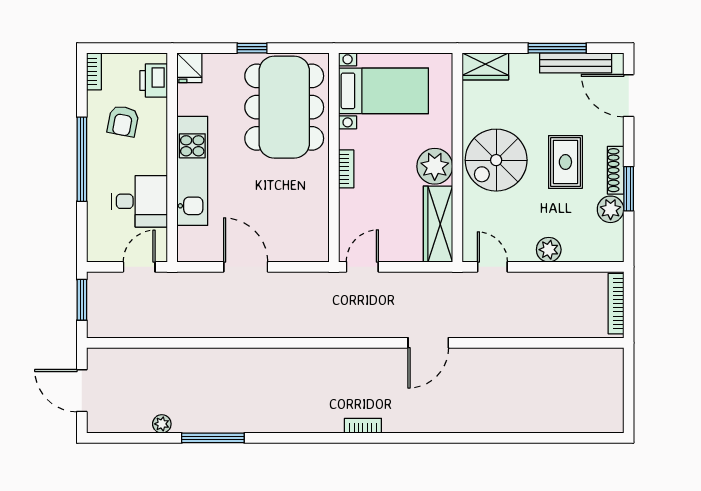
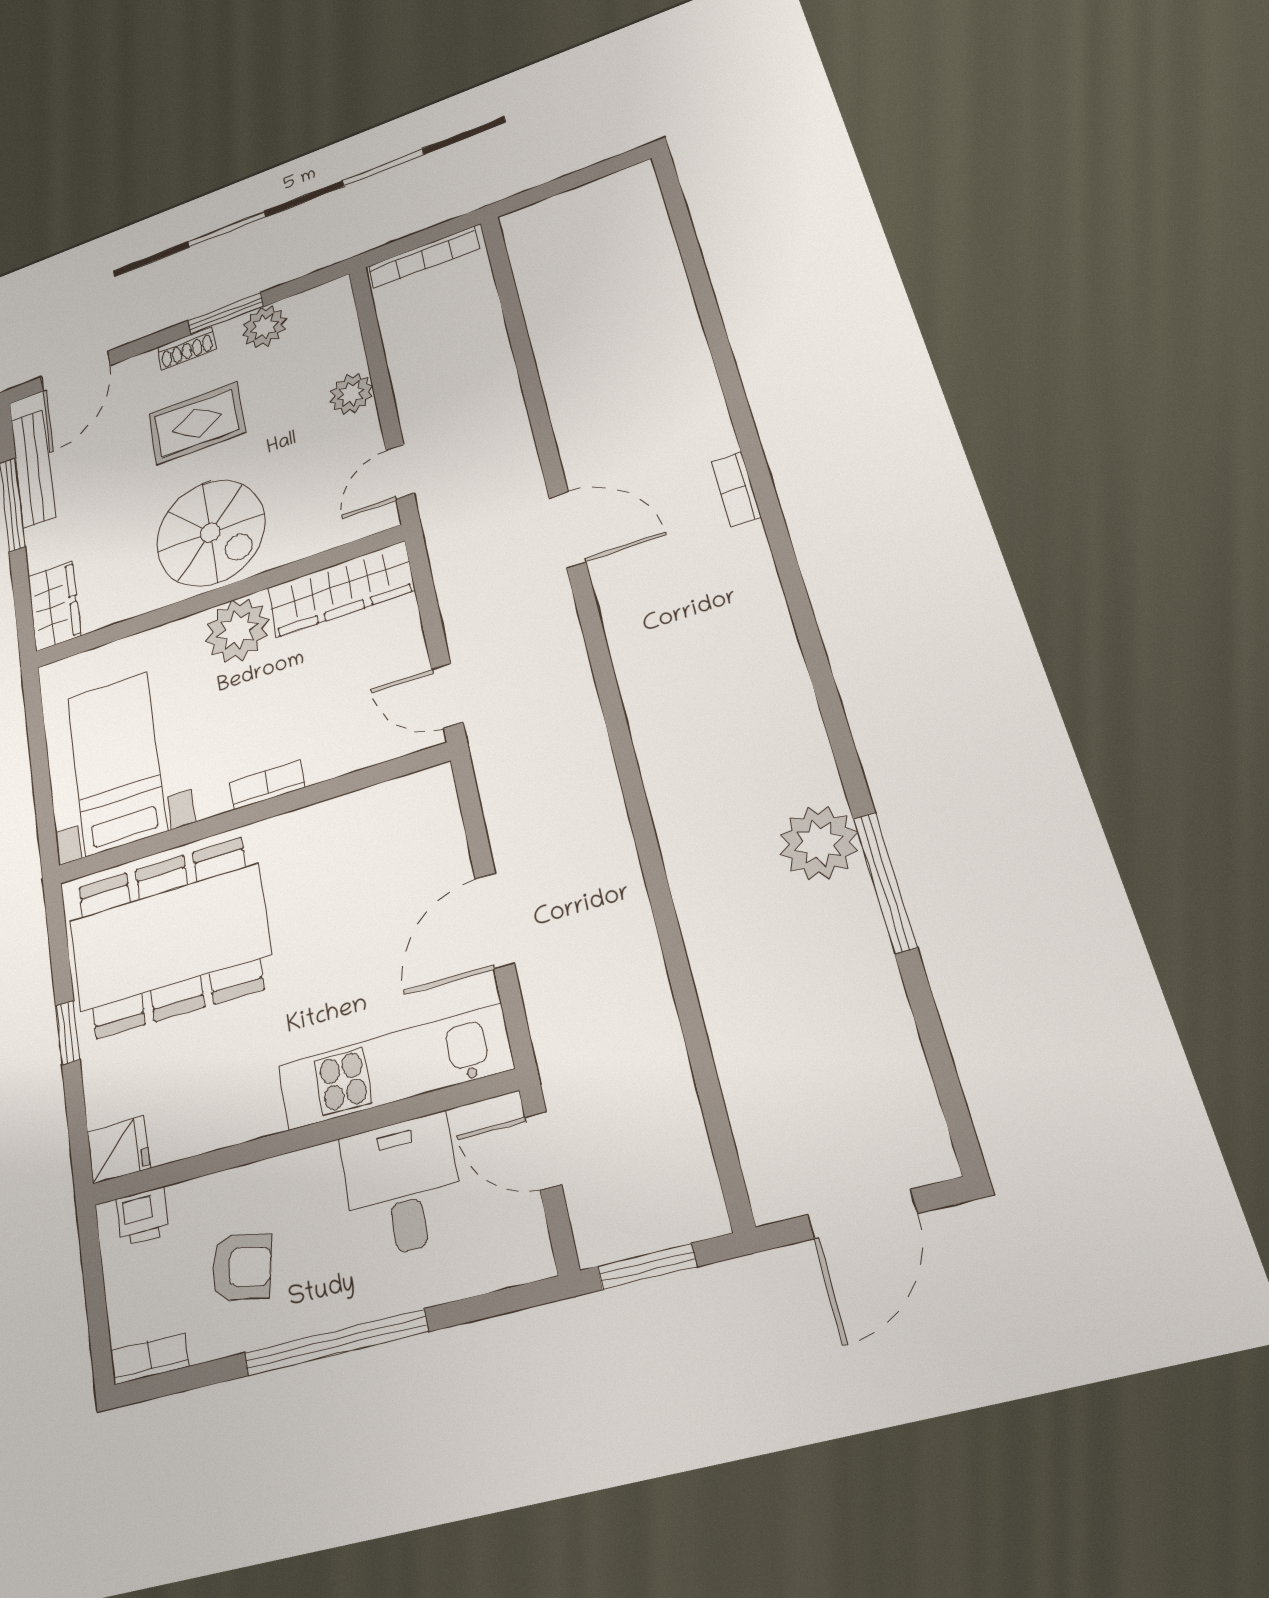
printer: (154, 80) -> (143, 1216), width x0.73, depth x0.81
shoe rack: (616, 170) -> (187, 348), width x0.70
kitchen unit: (192, 171) -> (394, 1067), moved
plant: (162, 424) -> (819, 843), moved, width x1.87, depth x1.87
bookcase: (363, 426) -> (736, 489), moved

